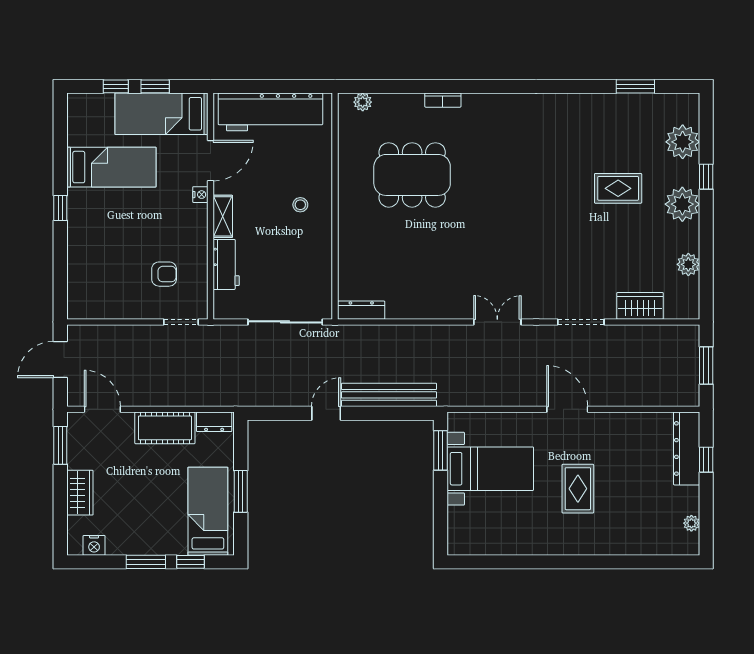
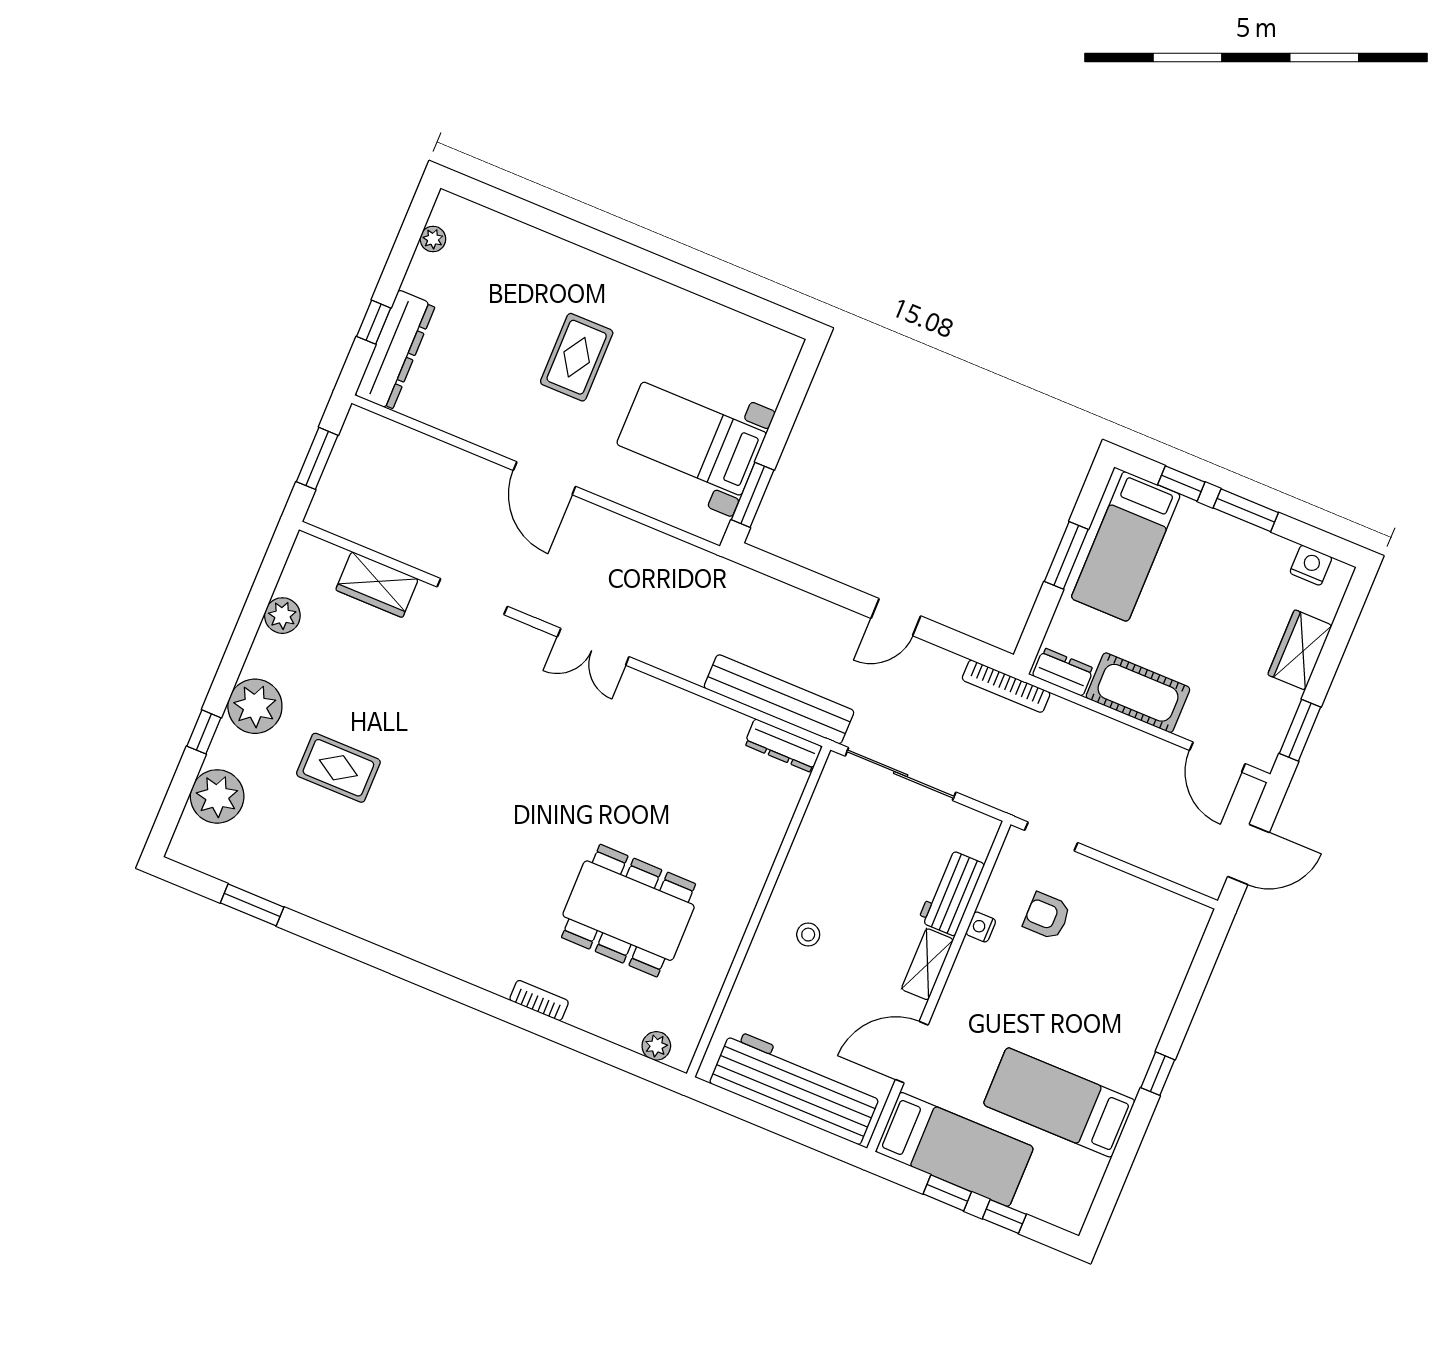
nightstand: (200, 195) -> (981, 927), moved
bench: (389, 395) -> (779, 699), moved
bookcase: (244, 400) -> (1006, 686), added

